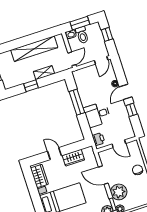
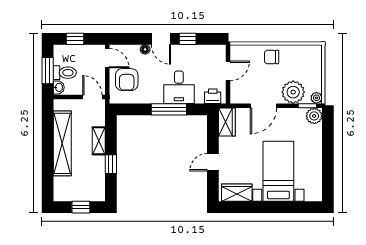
armchair: (91, 78) -> (127, 80), added
window: (77, 102) -> (169, 109), moved
wardrobe: (73, 158) -> (227, 122), moved

